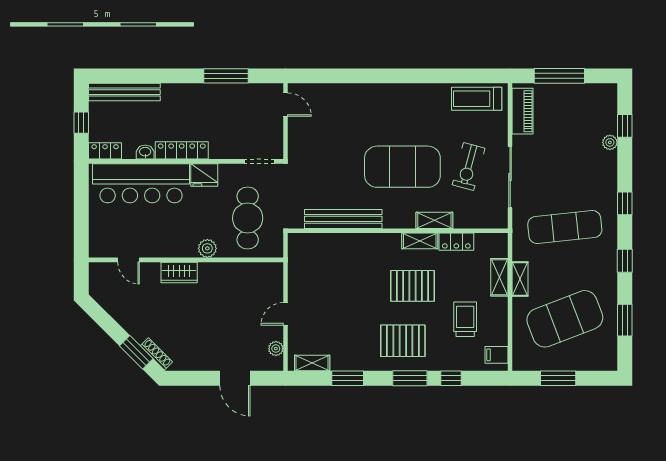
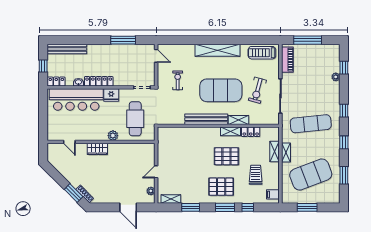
shelving: (396, 94) -> (217, 50), added
exercise bike: (324, 149) -> (178, 80), added
bench: (343, 219) -> (206, 119), moved

